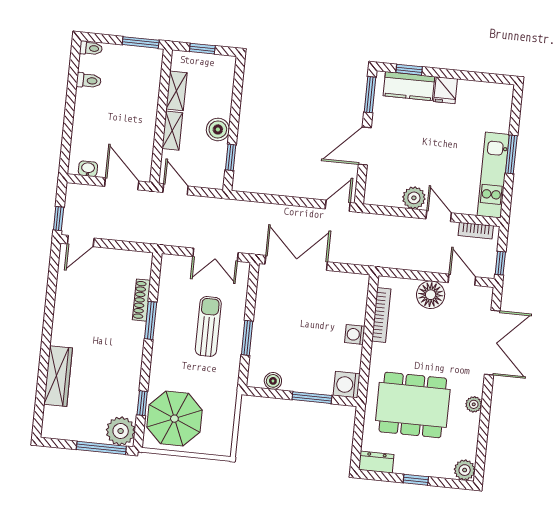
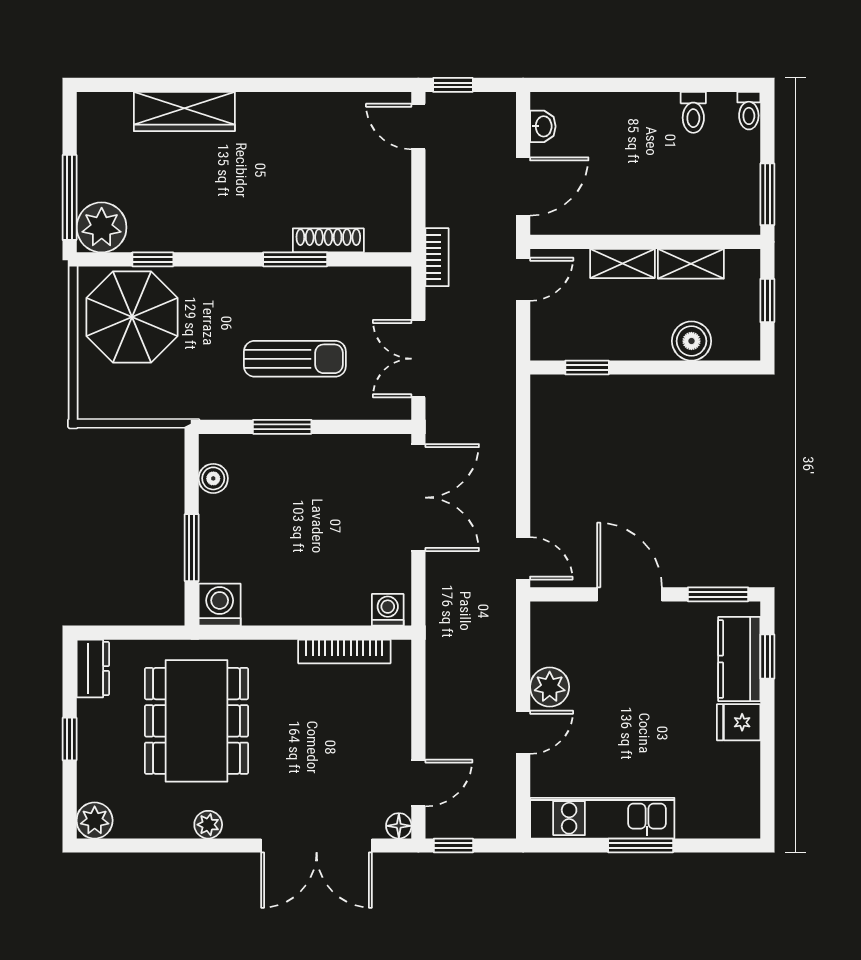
boiler: (218, 129) -> (691, 341), moved
bookcase: (476, 231) -> (437, 257), moved, turned 180
floor lamp: (431, 295) -> (399, 826), moved, width x0.53, depth x0.53
washing machine: (355, 334) -> (388, 610), moved

